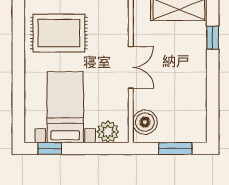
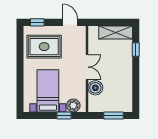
boiler: (145, 122) -> (95, 88), moved
window: (50, 149) -> (64, 115), moved

